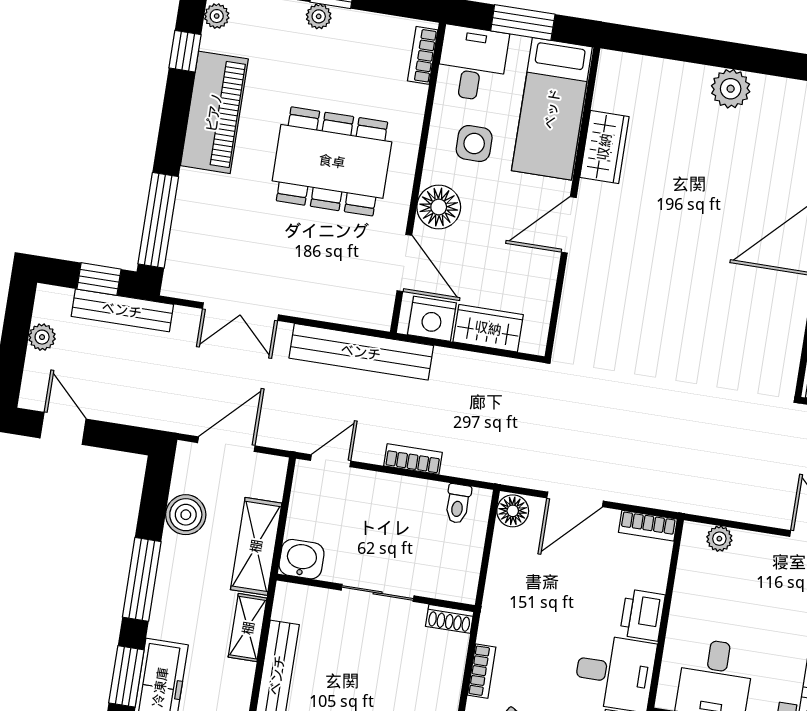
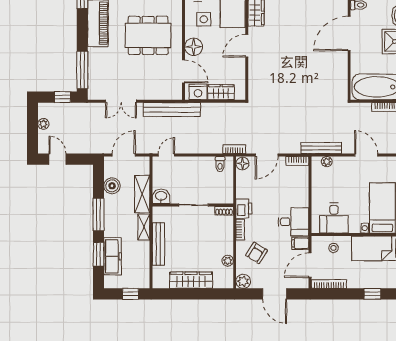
bench: (122, 310) -> (321, 148), moved
bookcase: (413, 459) -> (234, 149), moved
printer: (642, 615) -> (244, 208), moved, turned 180

